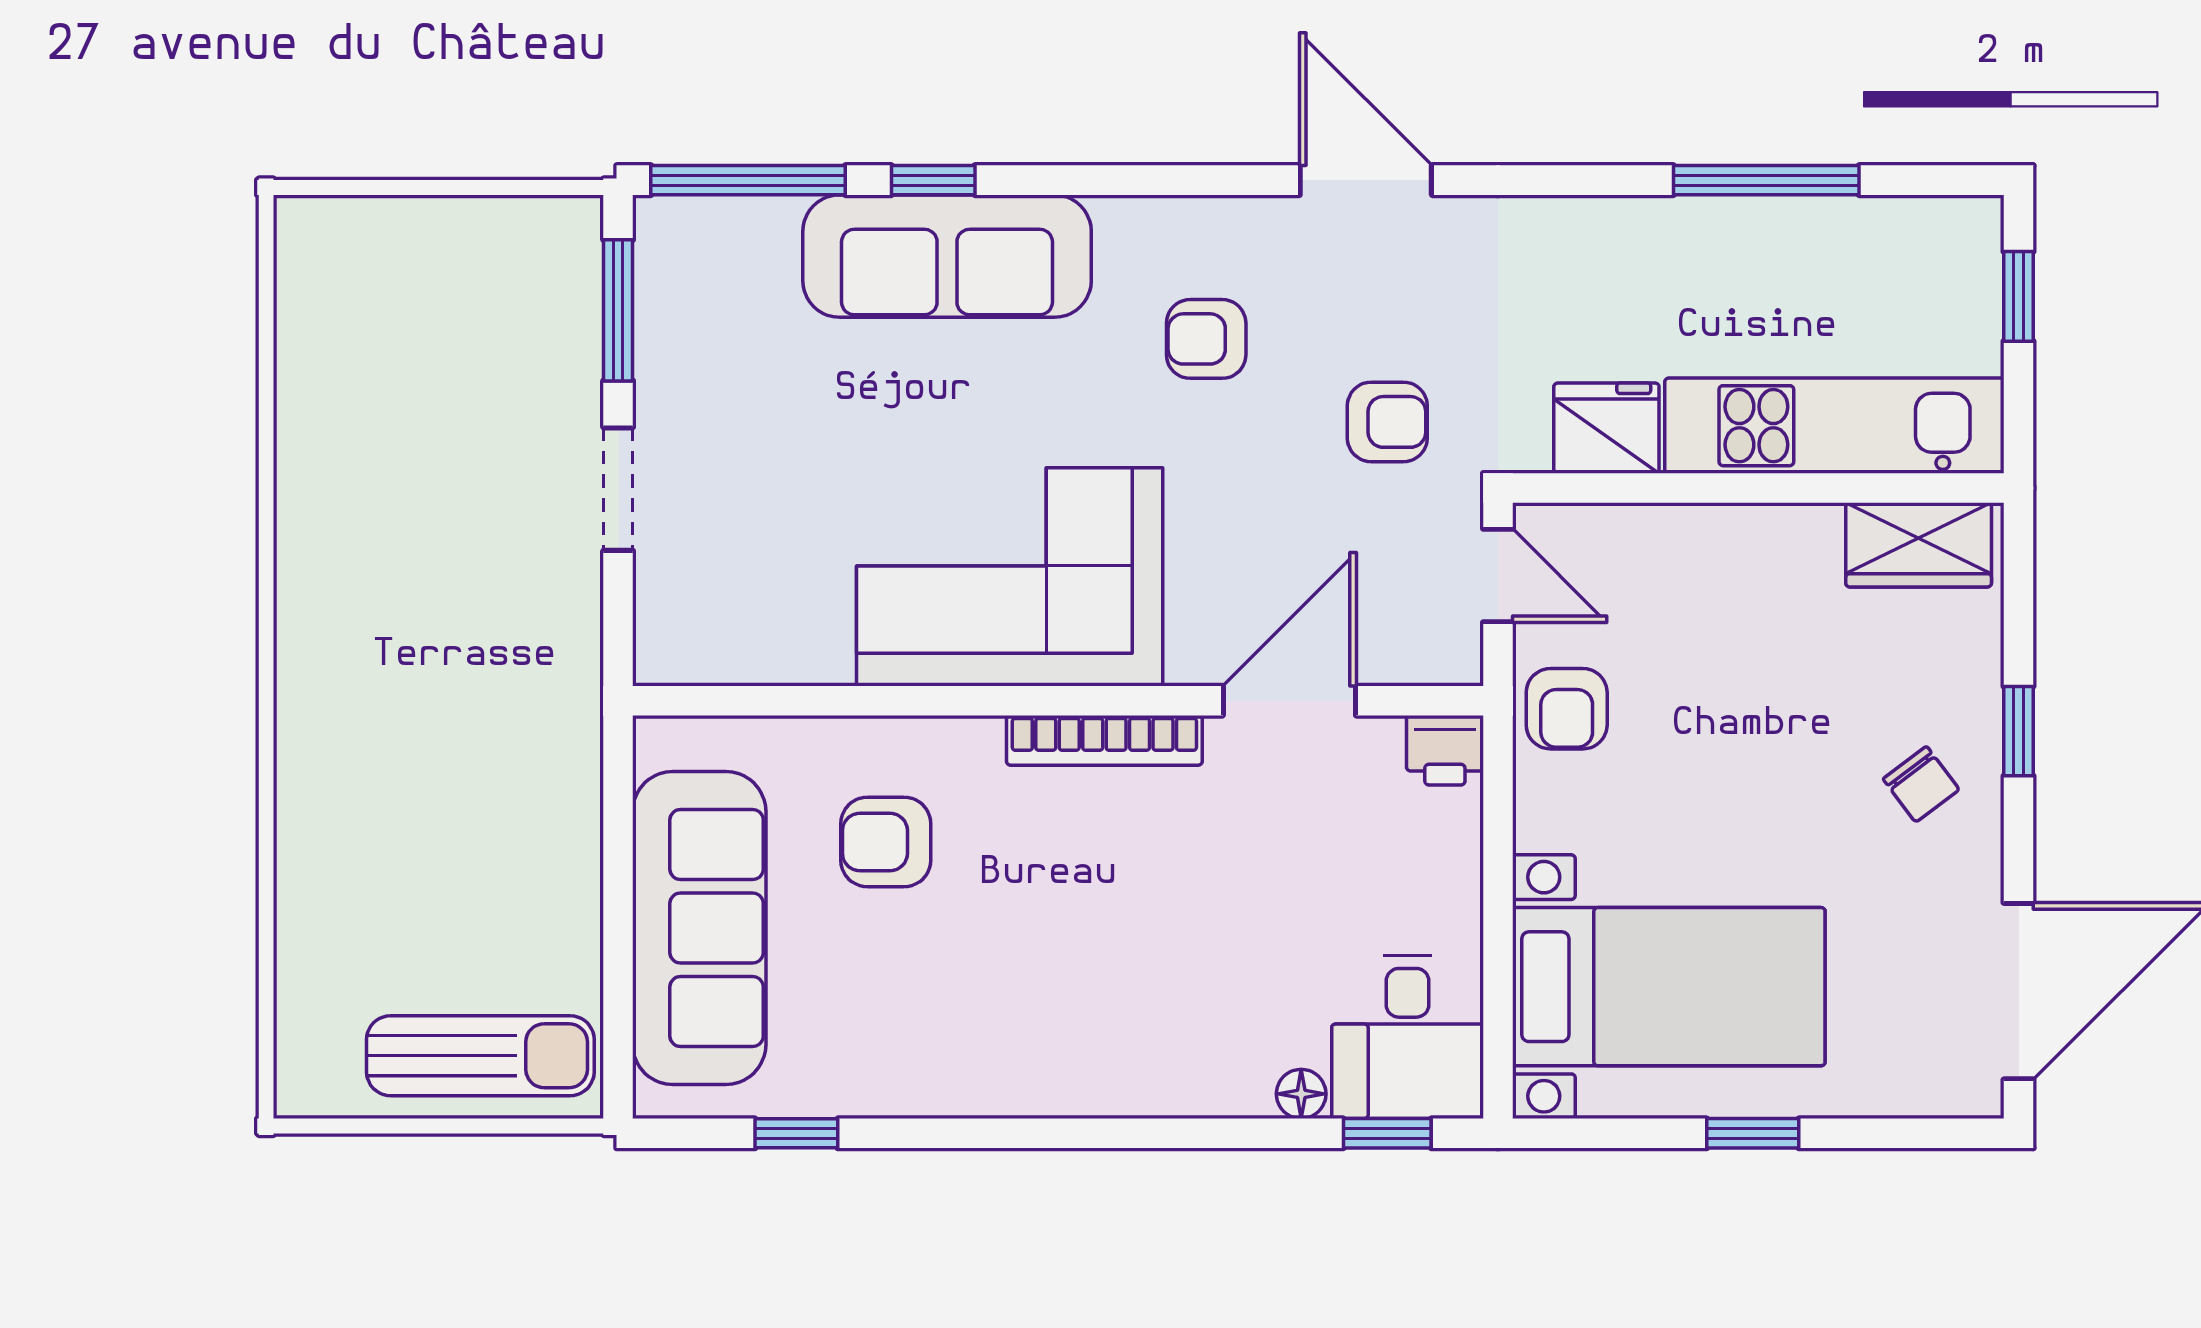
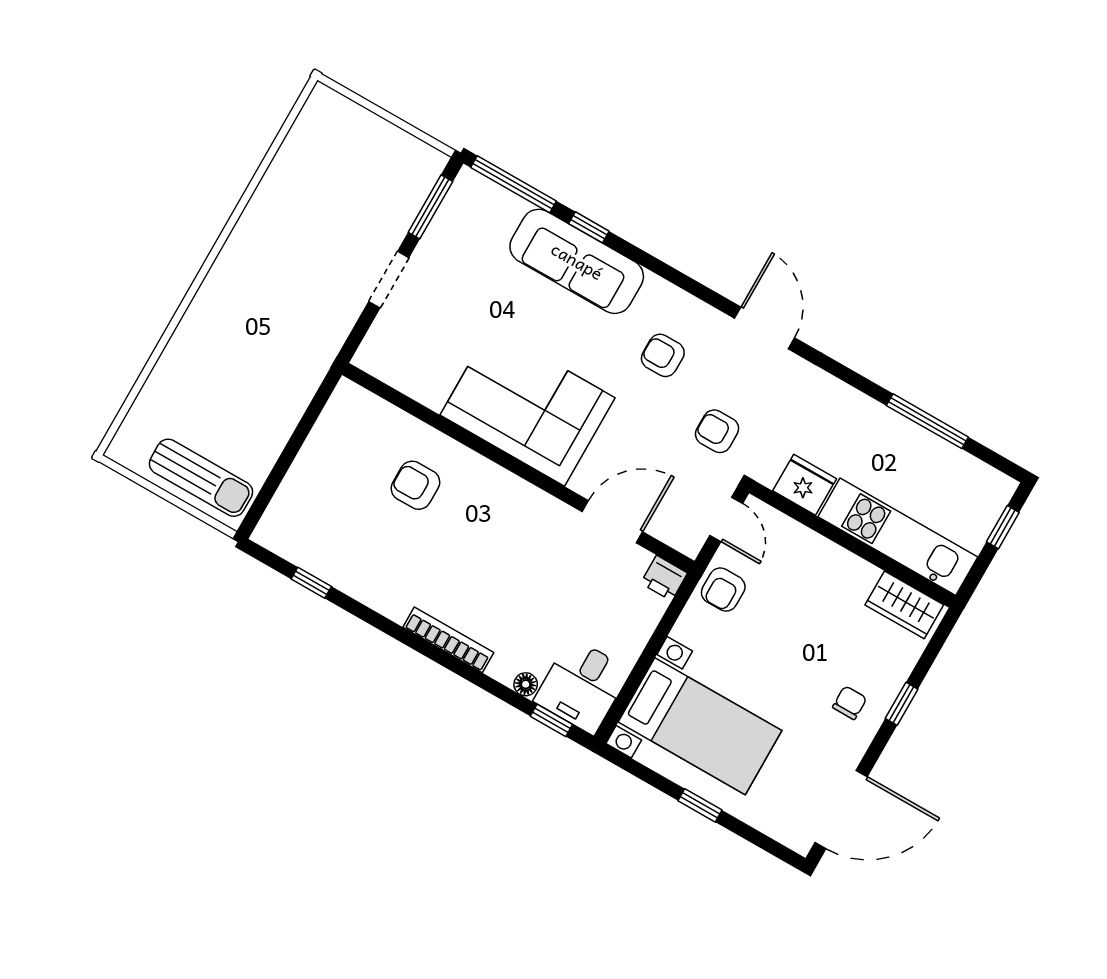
armchair: (1387, 422) -> (717, 431), turned 180
bookcase: (1104, 740) -> (448, 640), moved, turned 180
chair: (1921, 784) -> (850, 703), turned -143
sofa: (699, 928) -> (320, 477), removed

